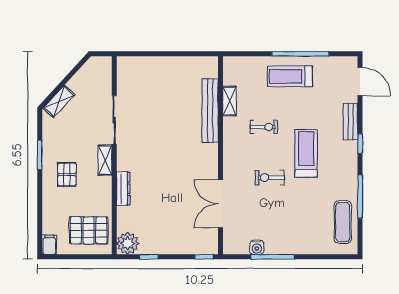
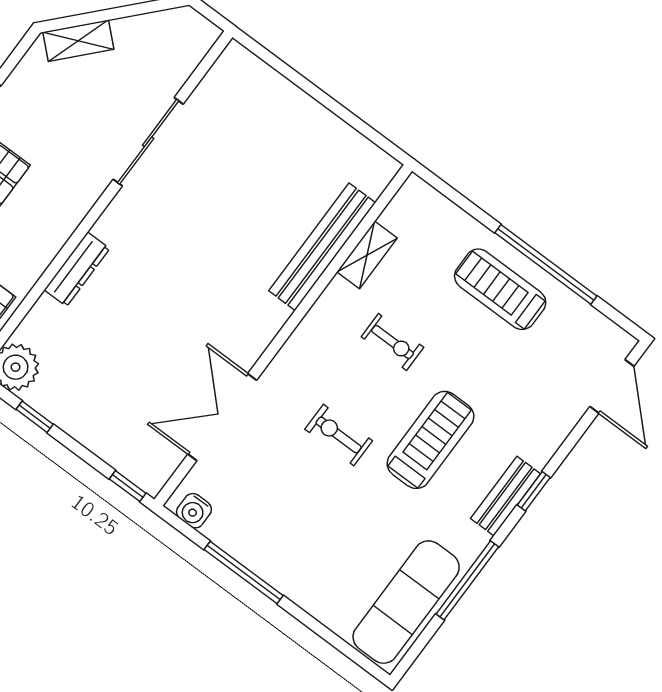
bench: (351, 121) -> (506, 496), moved
shelving: (105, 160) -> (82, 198), removed
exercise mat: (343, 222) -> (406, 602), width x1.36, depth x1.45
water cooler: (257, 247) -> (194, 511), moved

